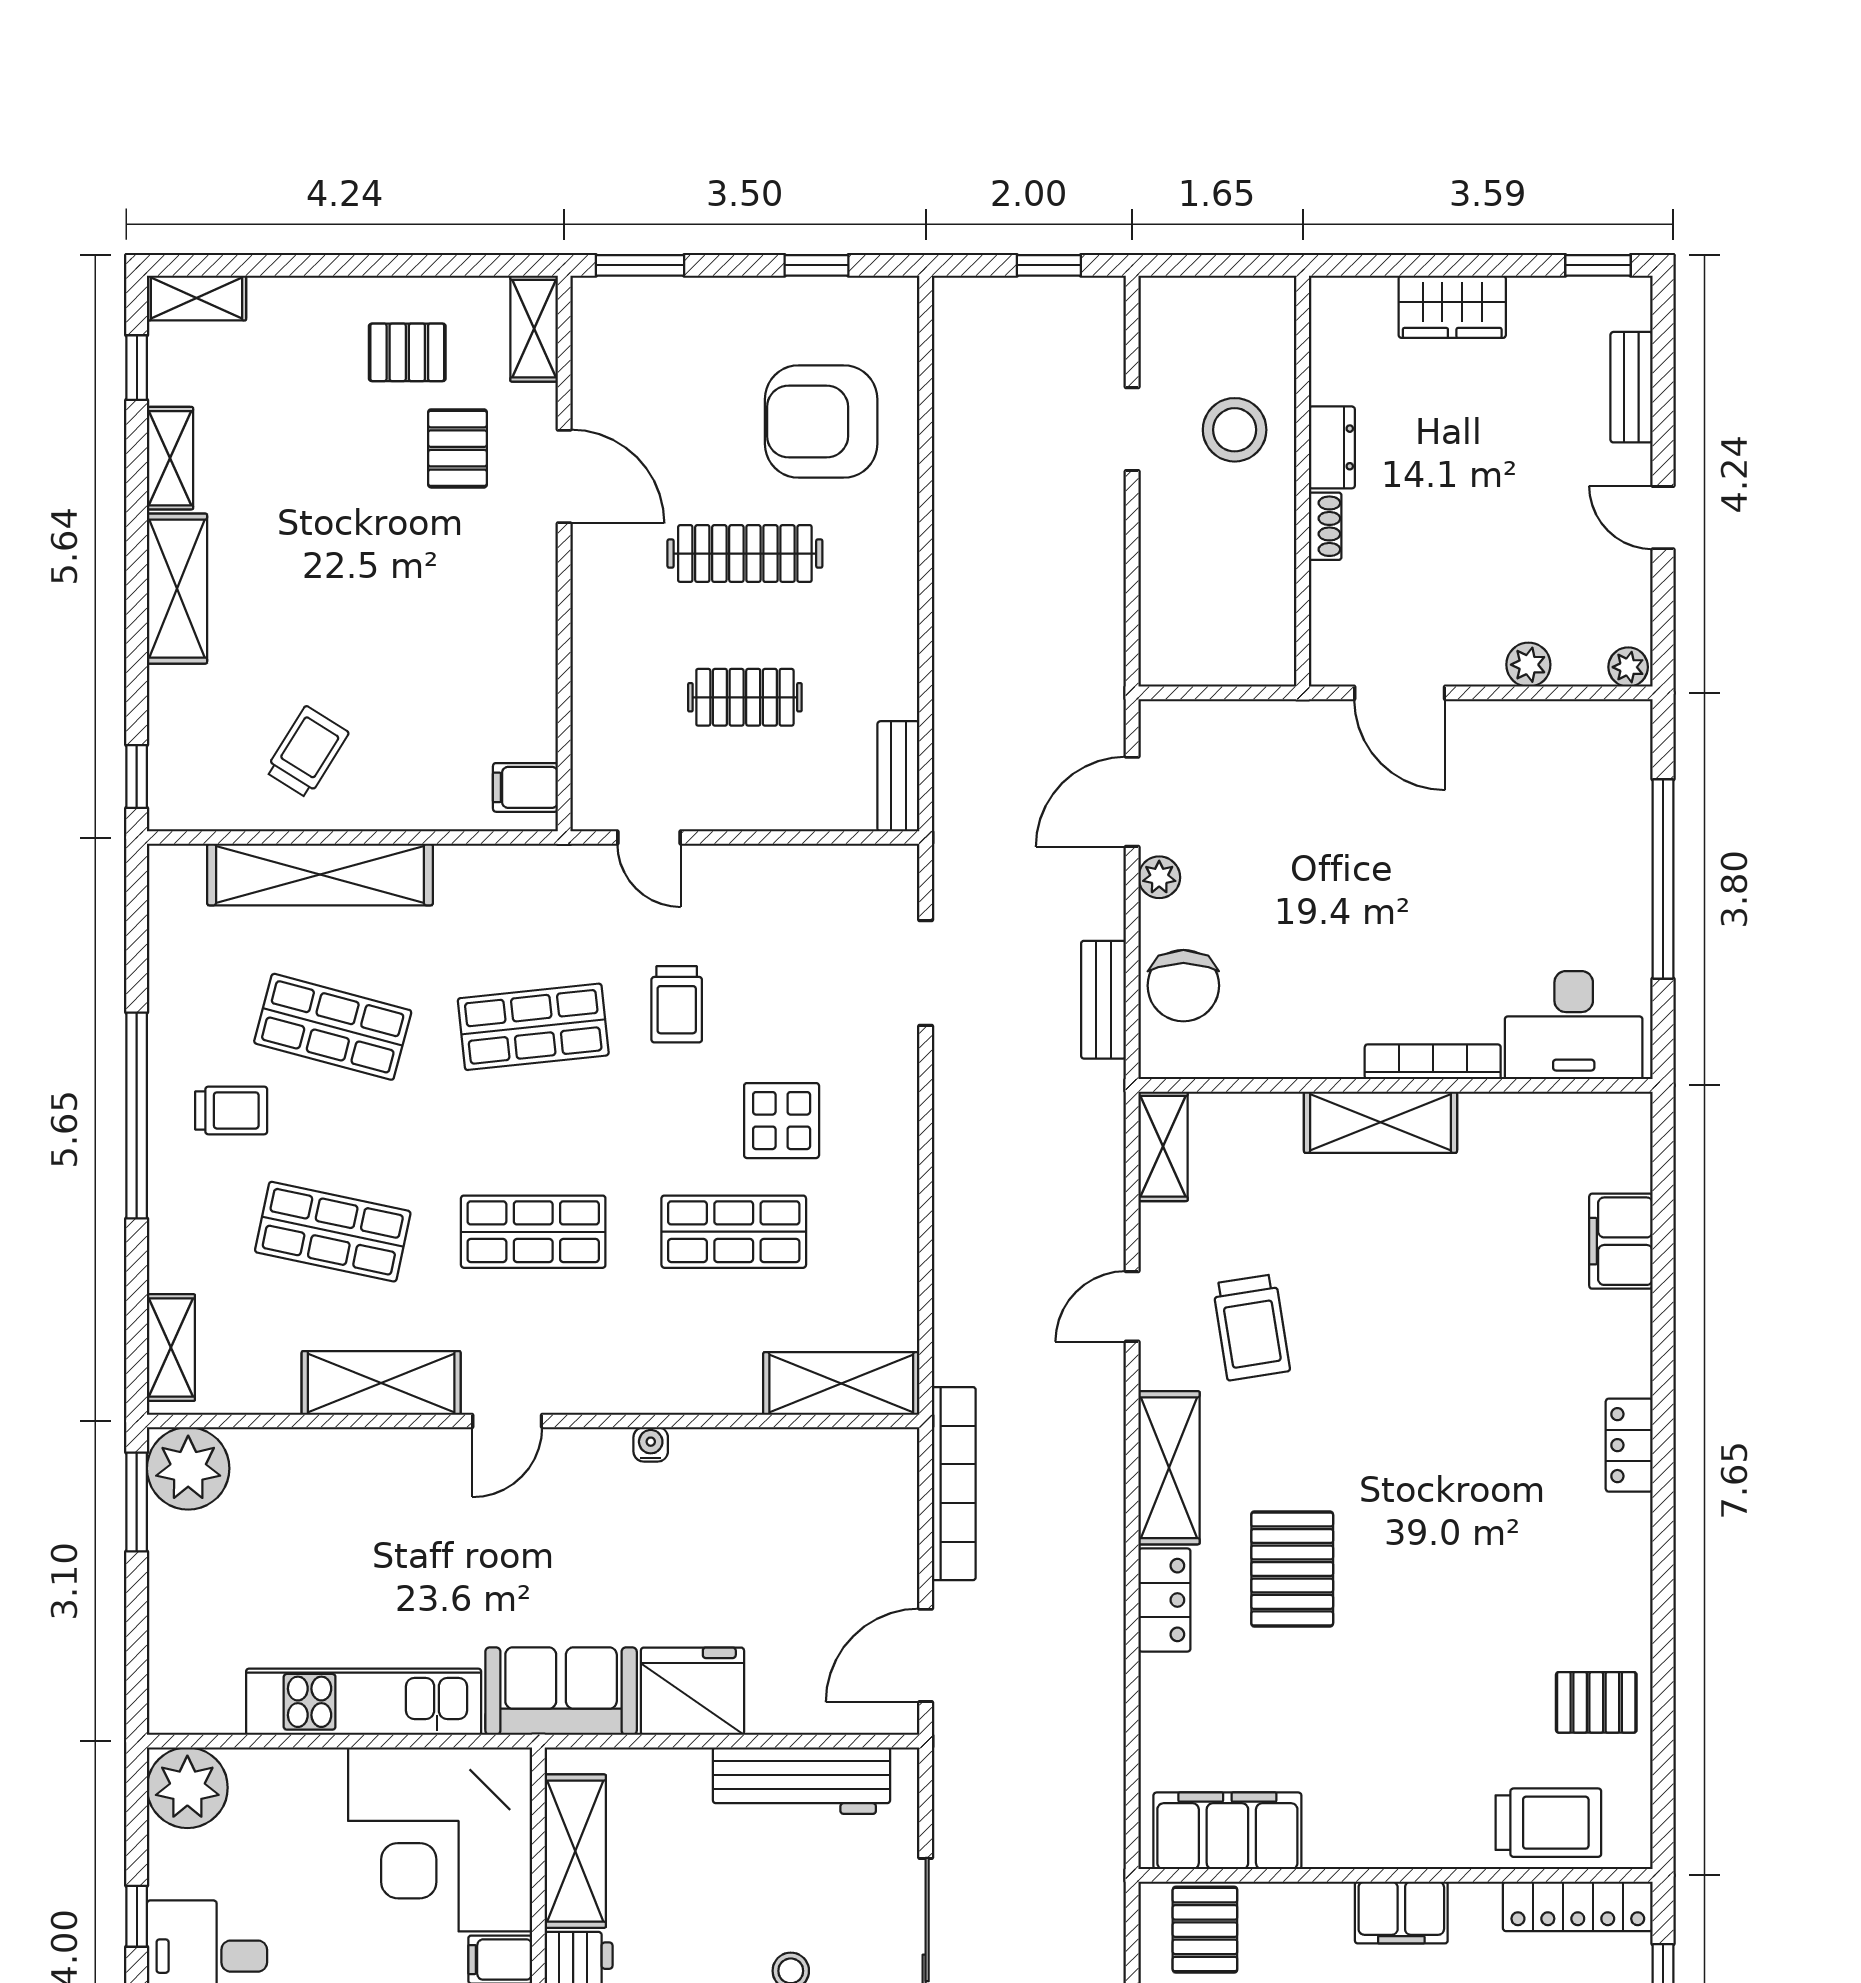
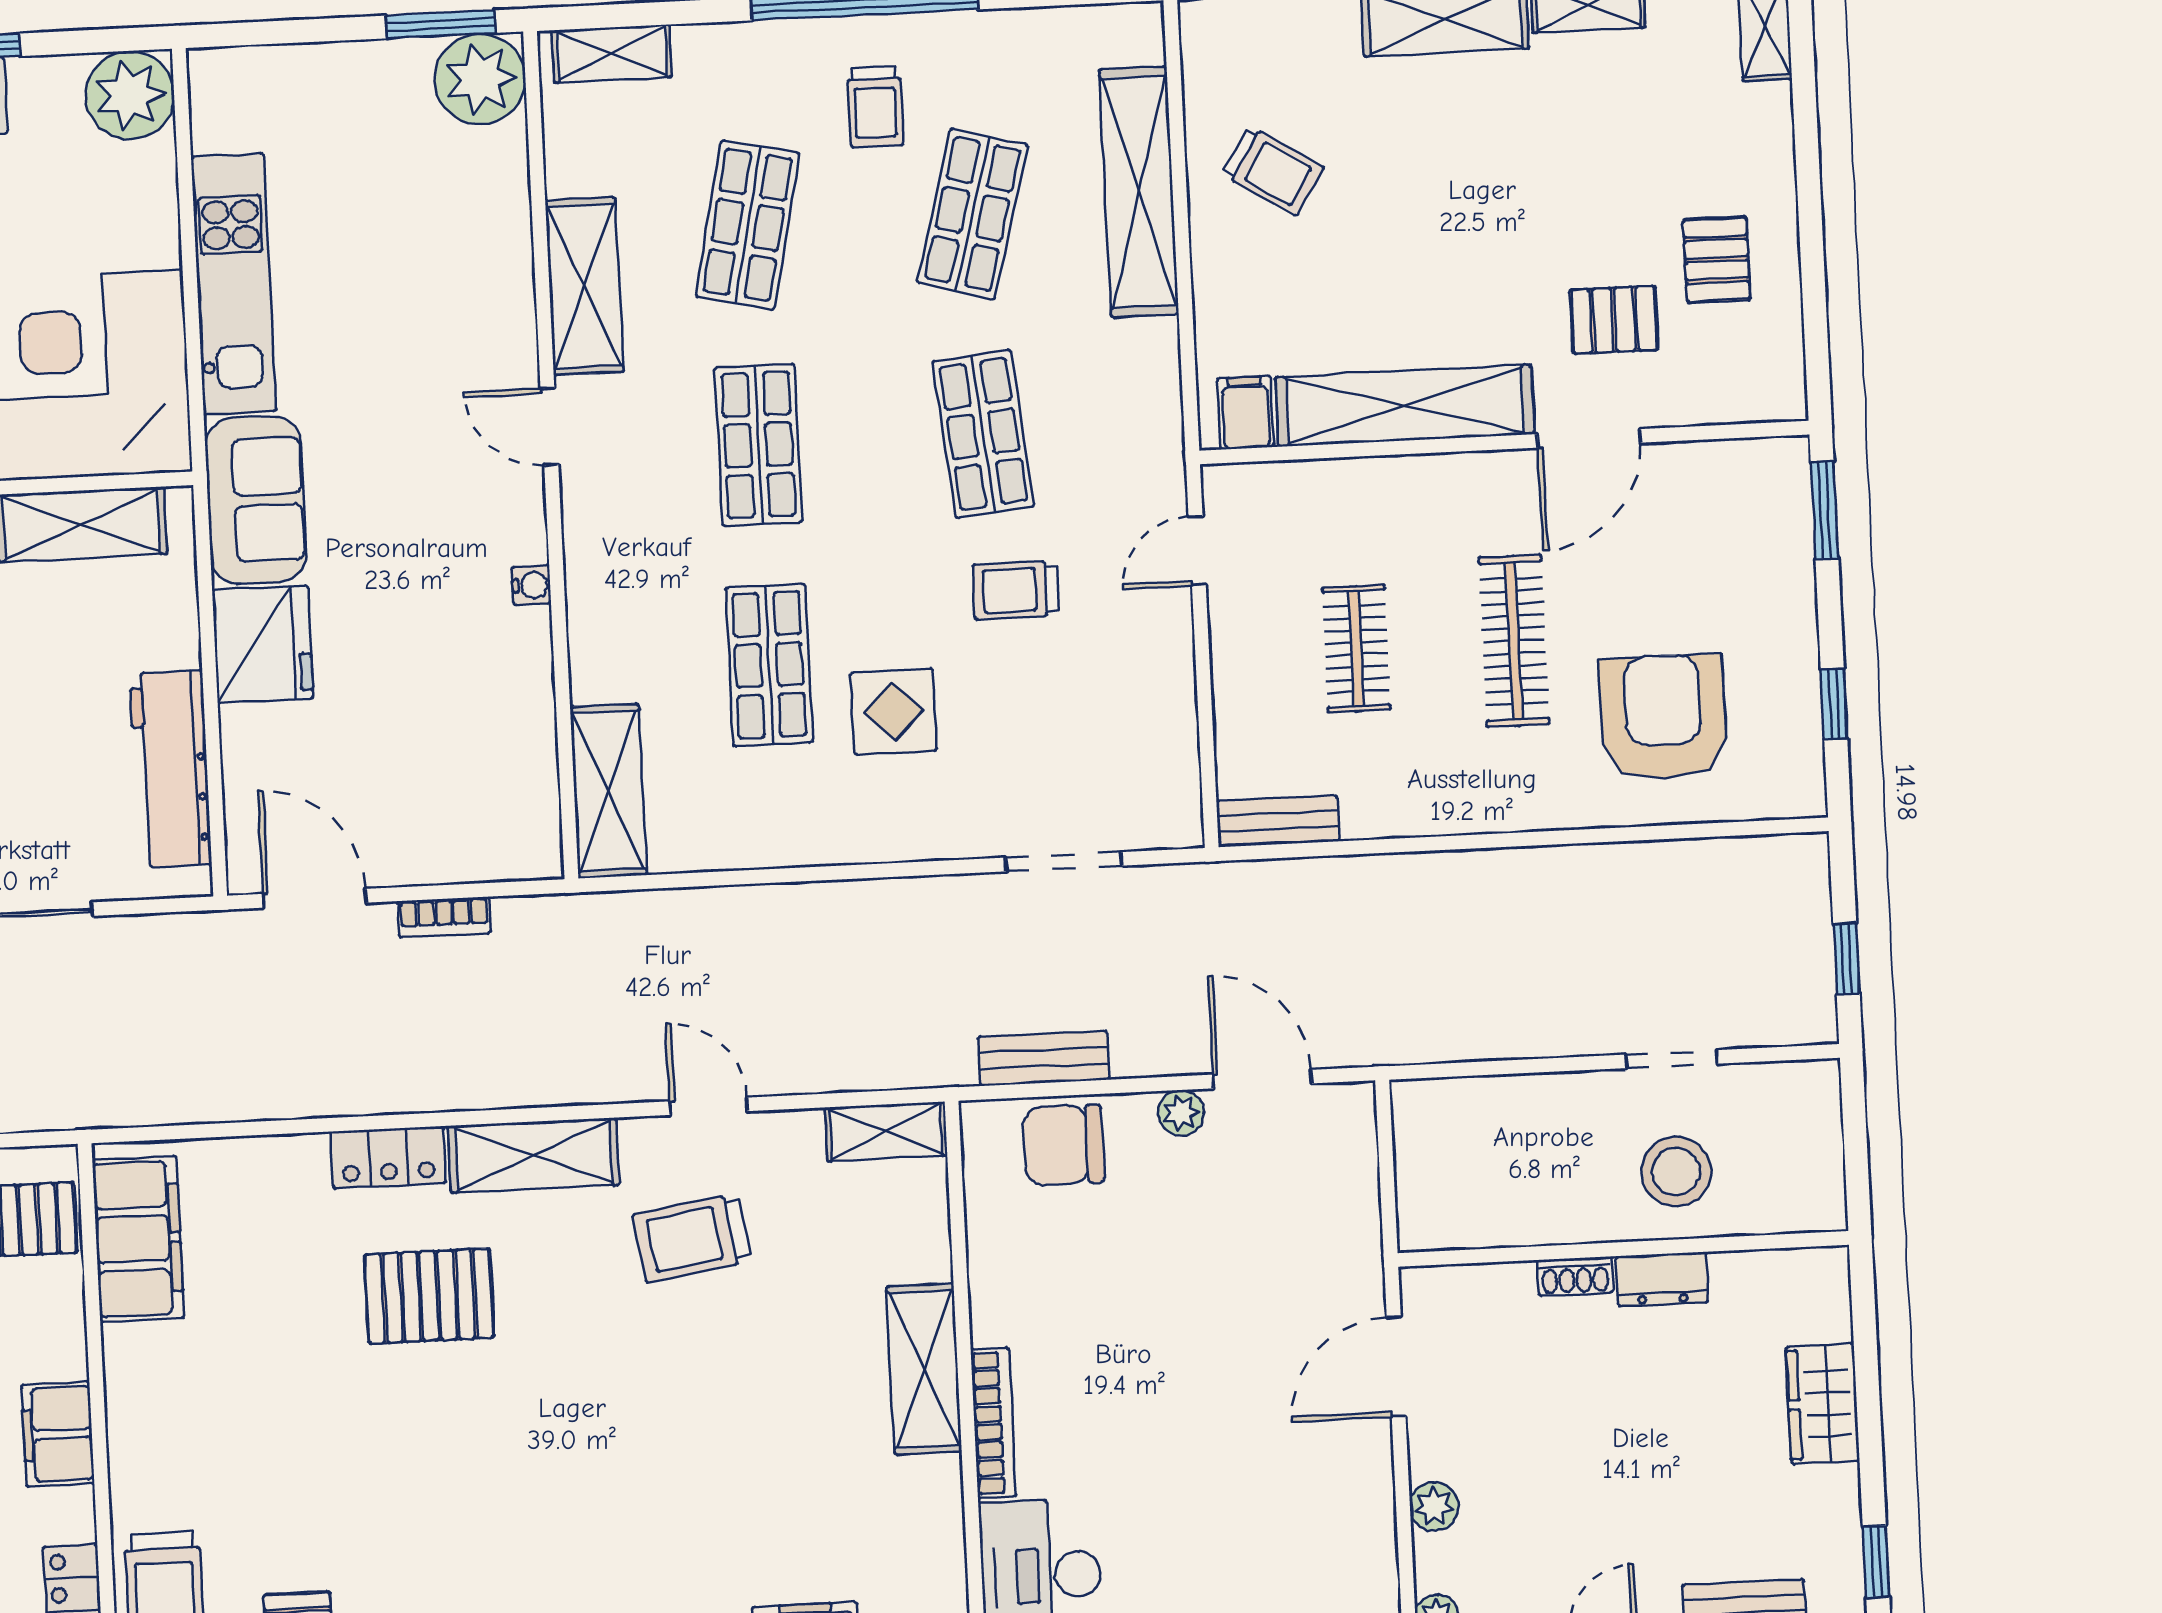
shelving: (534, 329) -> (1405, 406), moved, width x2.20, depth x1.33
bookcase: (954, 1484) -> (444, 917), width x0.43, depth x0.76

